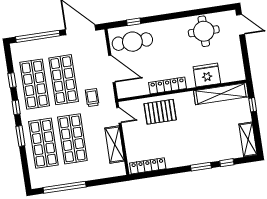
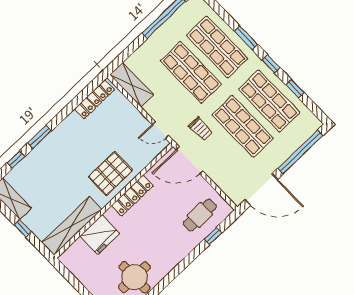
cafe table: (132, 42) -> (200, 215), width x0.73, depth x0.74
door: (112, 69) -> (190, 160), moved
window: (253, 105) -> (23, 228), moved
pallet: (160, 112) -> (110, 174), moved
shelving: (115, 144) -> (132, 85), moved

